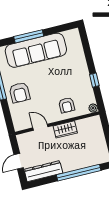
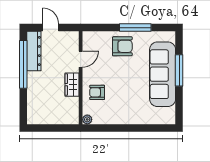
window: (94, 80) -> (116, 128), removed
armchair: (20, 93) -> (122, 46), turned 180
window: (79, 173) -> (23, 64), moved

